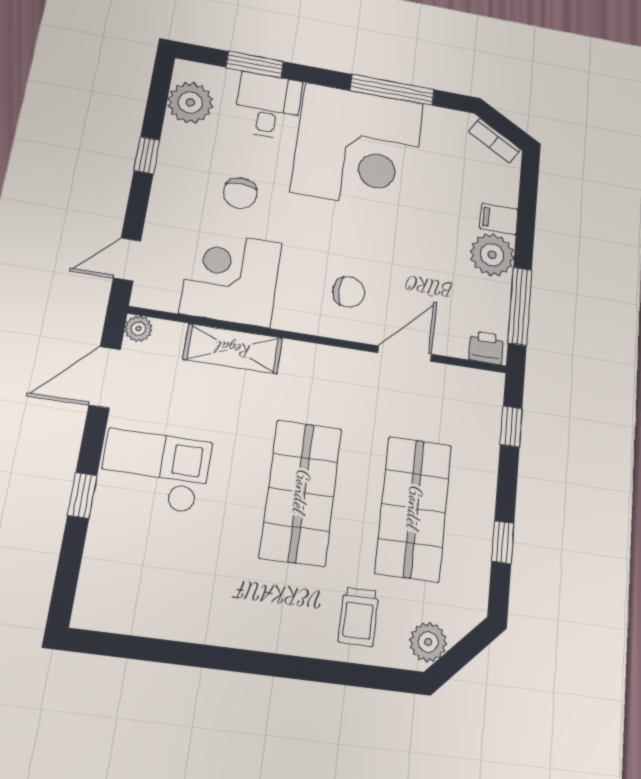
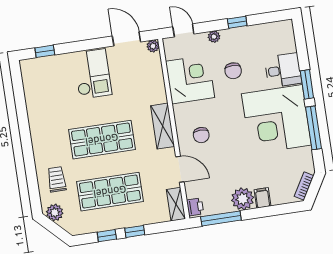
window: (255, 64) -> (307, 84), moved
plant: (190, 103) -> (214, 37), moved, width x0.53, depth x0.53
chair: (240, 193) -> (233, 71), turned -90
shelving: (233, 349) -> (163, 126), moved
shelving: (472, 383) -> (176, 204), added
window: (511, 426) -> (135, 231), moved
window: (82, 495) -> (45, 51), moved
trolley: (359, 617) -> (57, 179), turned 90

